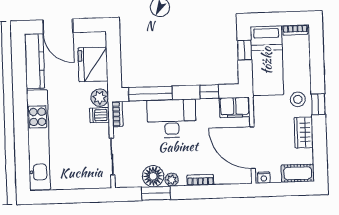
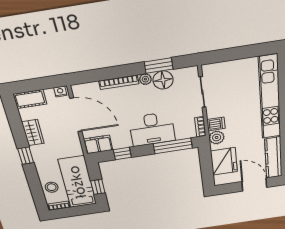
stool: (298, 99) -> (52, 187), moved
bookcase: (200, 180) -> (119, 82), width x1.56

